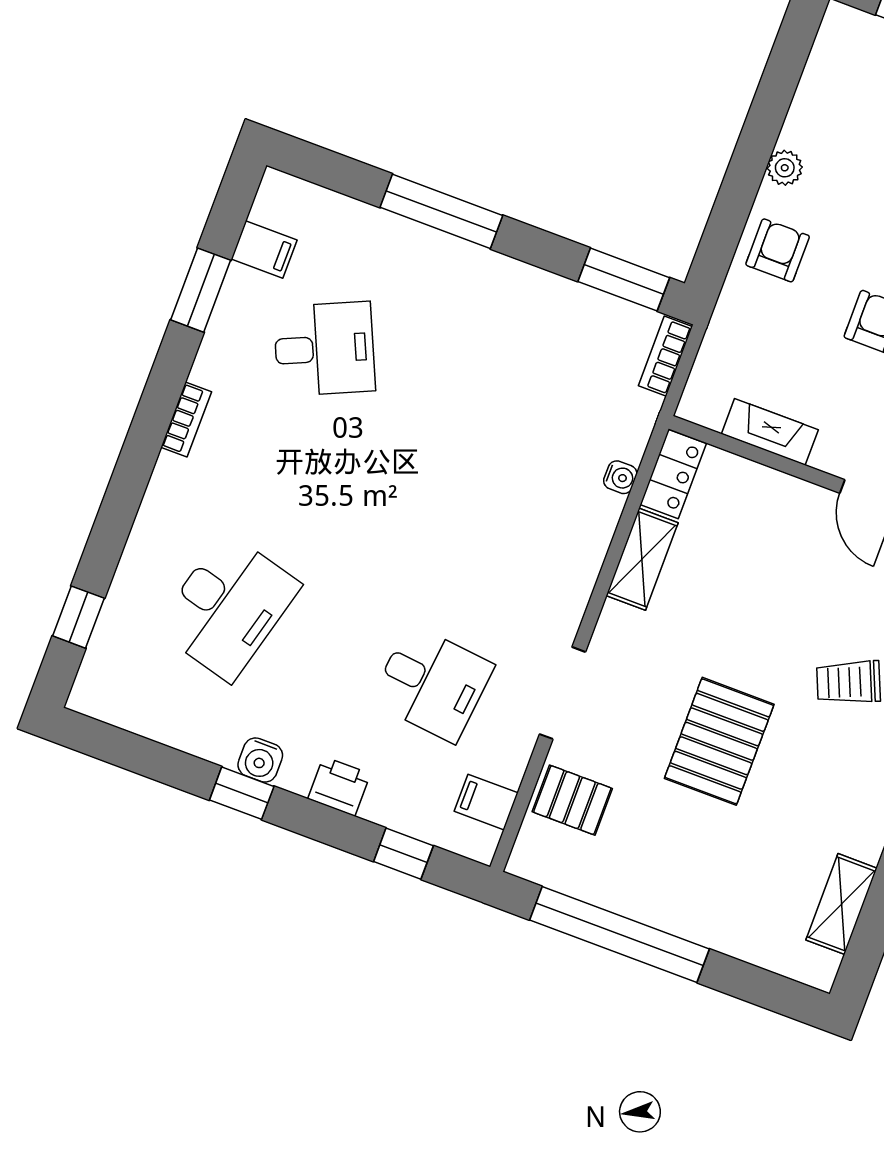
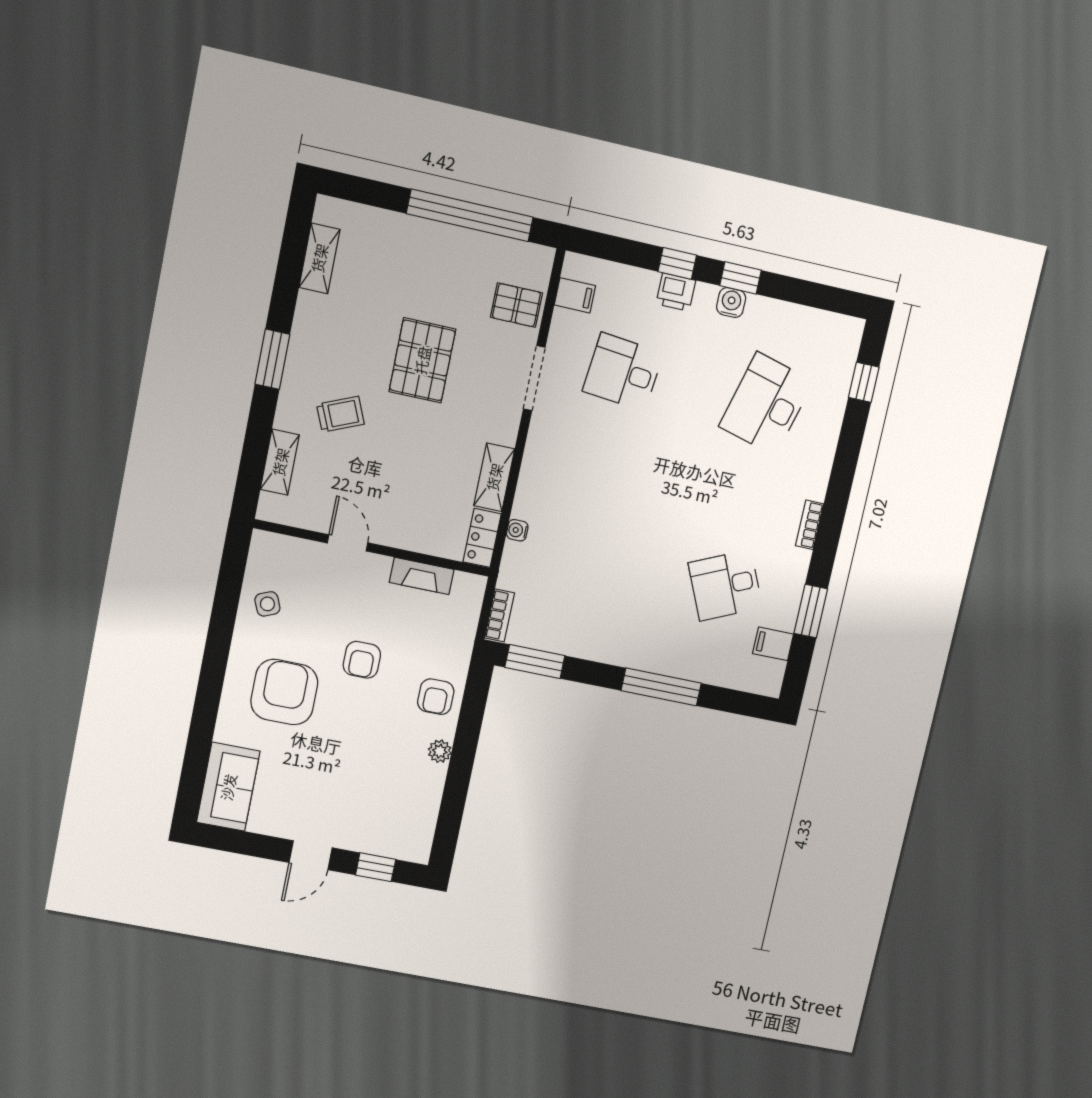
window: (403, 854) -> (677, 263), moved

